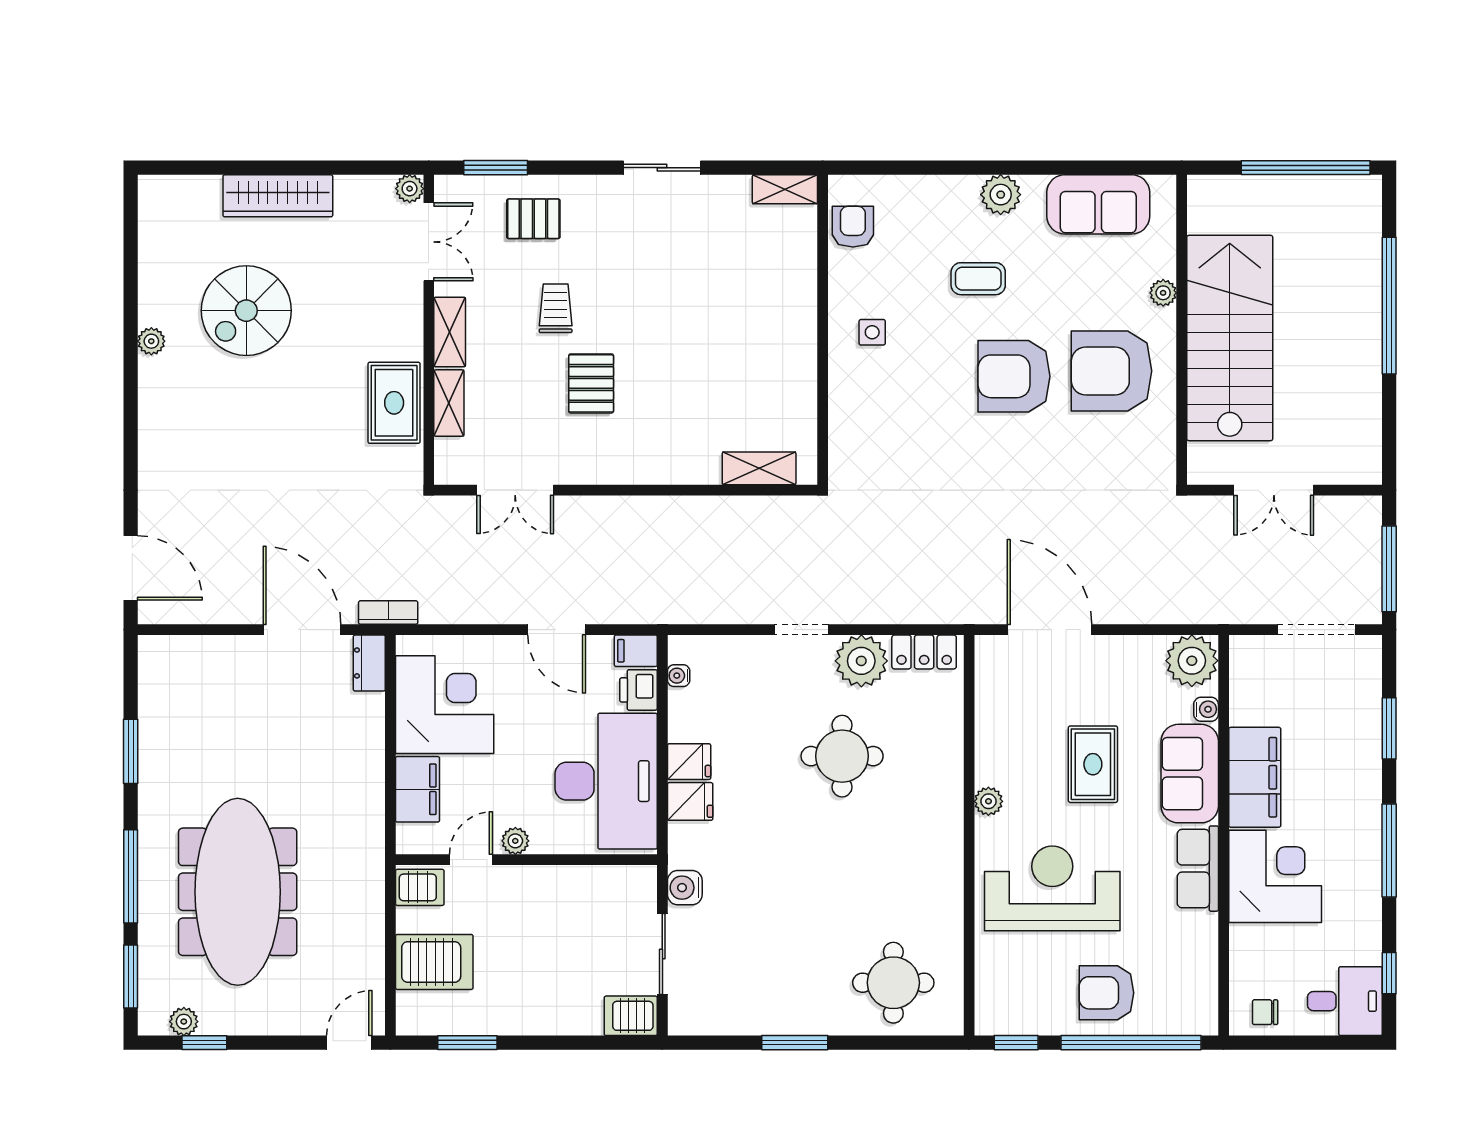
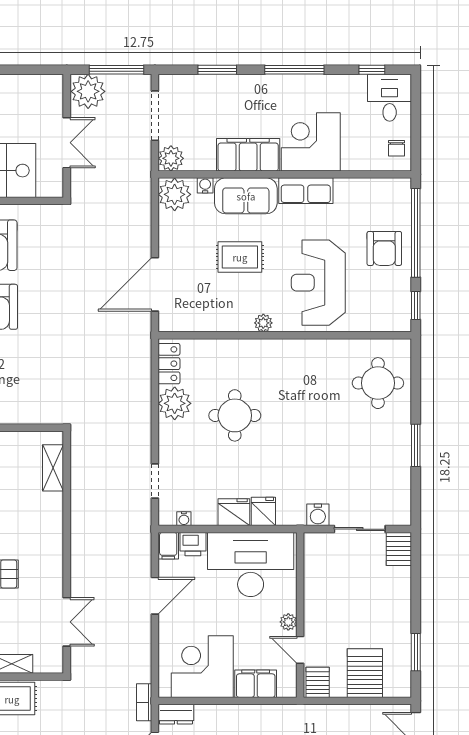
plant: (1355, 524) -> (88, 91), added
doorway: (801, 630) -> (155, 481), moved
plant: (1249, 655) -> (171, 158), added
fridge: (689, 762) -> (234, 512), width x1.38

